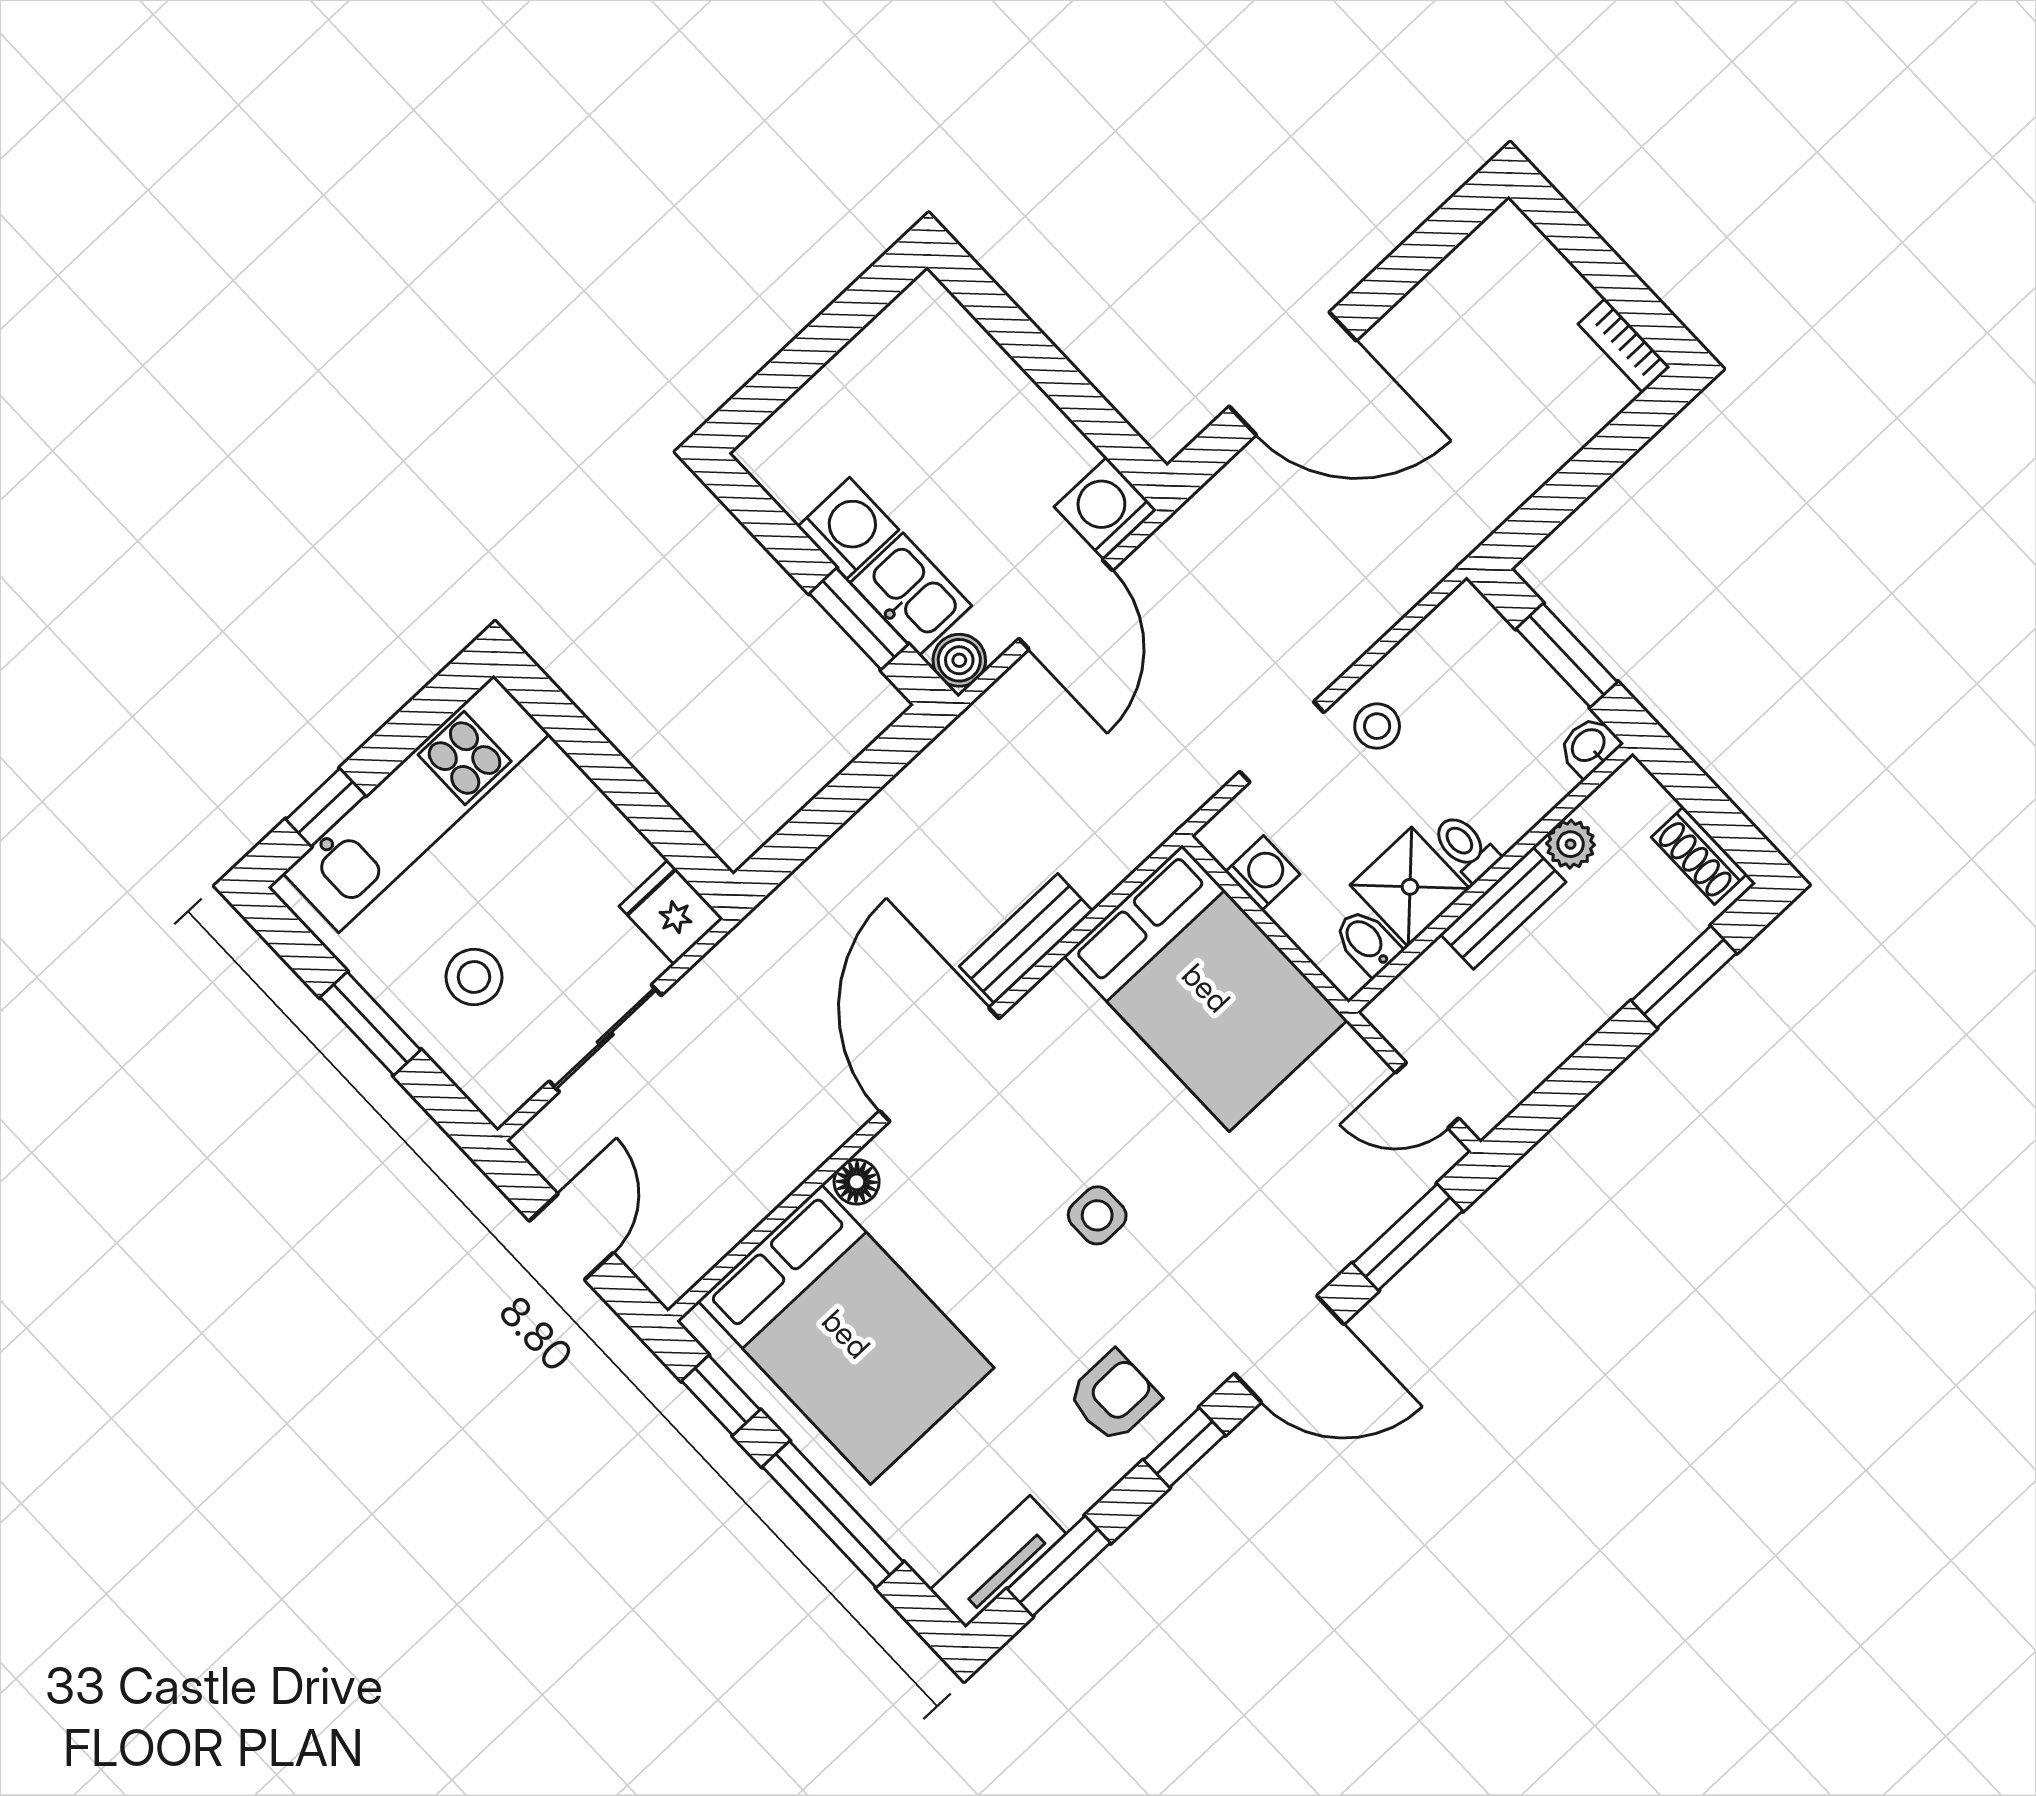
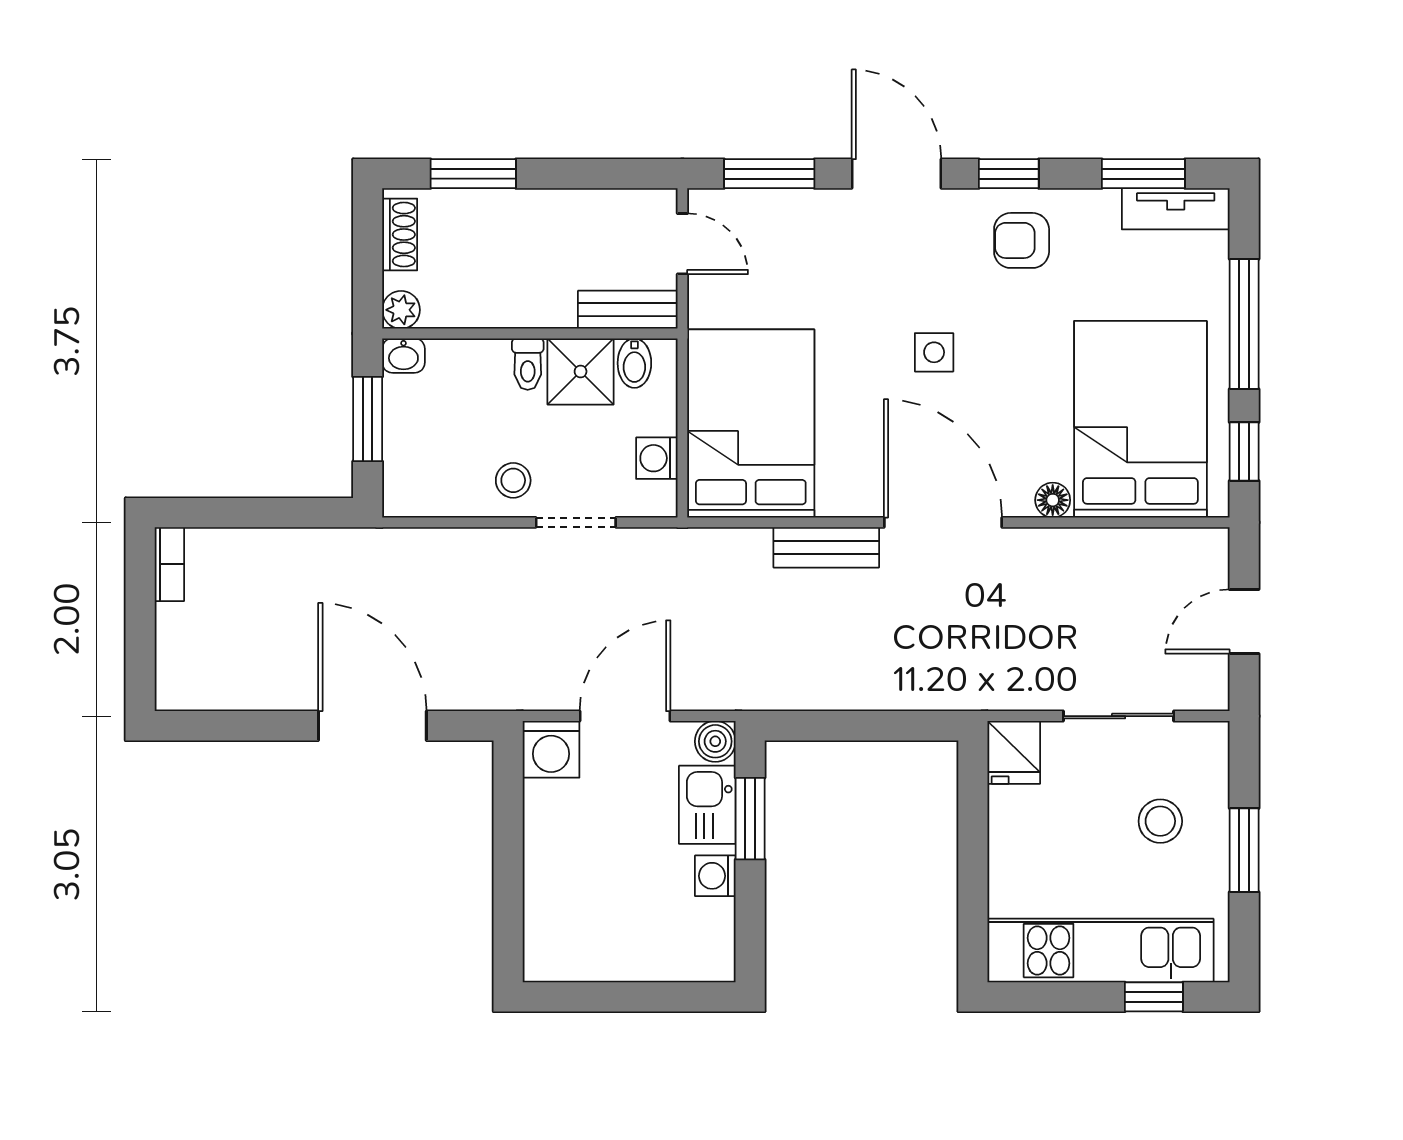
washing machine: (848, 528) -> (715, 876), width x0.73, depth x0.73
plant: (1571, 844) -> (401, 310), moved
bench: (1503, 908) -> (628, 310), moved
door: (939, 1065) -> (943, 522), swing flipped

